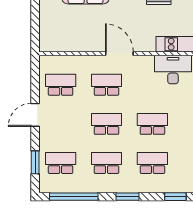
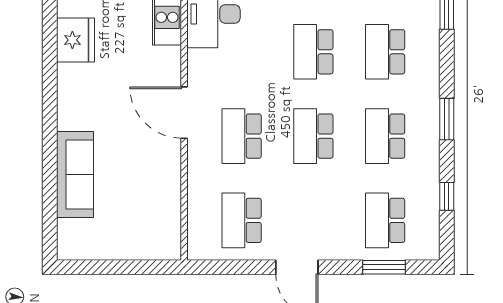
door: (119, 54) -> (184, 113), hinge flipped
window: (74, 197) -> (447, 196), width x0.32
window: (128, 197) -> (447, 119), moved

